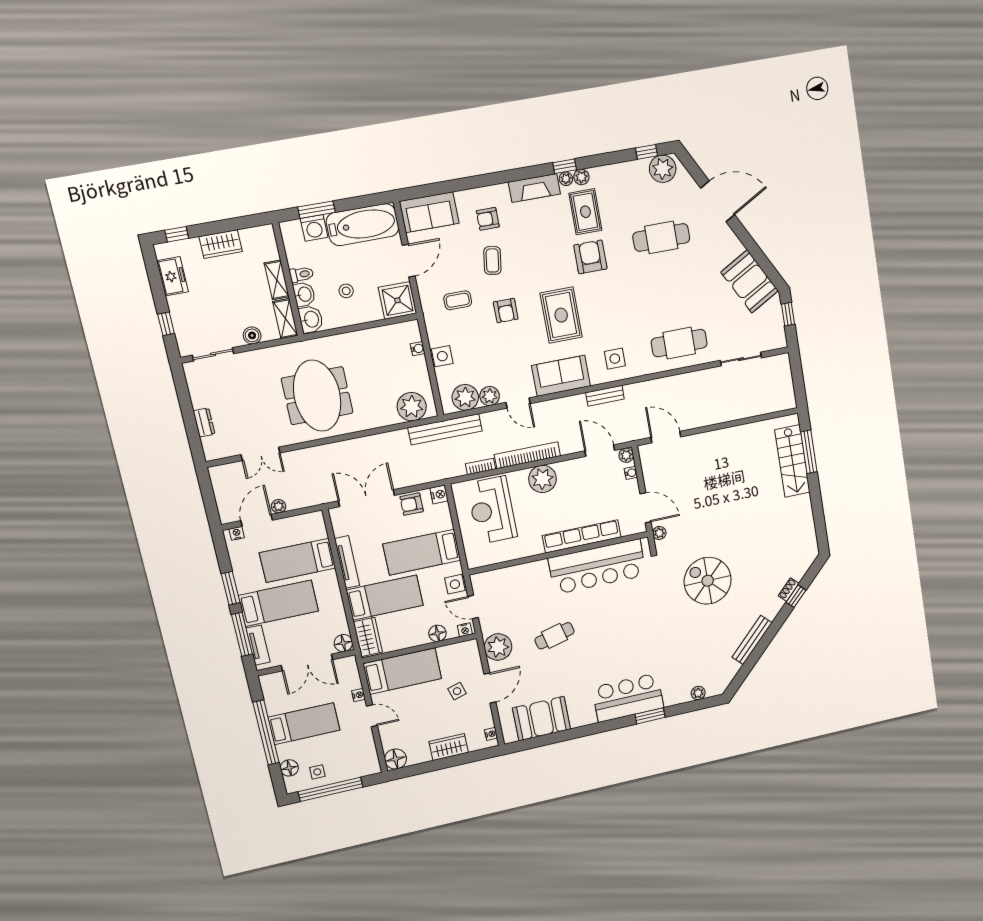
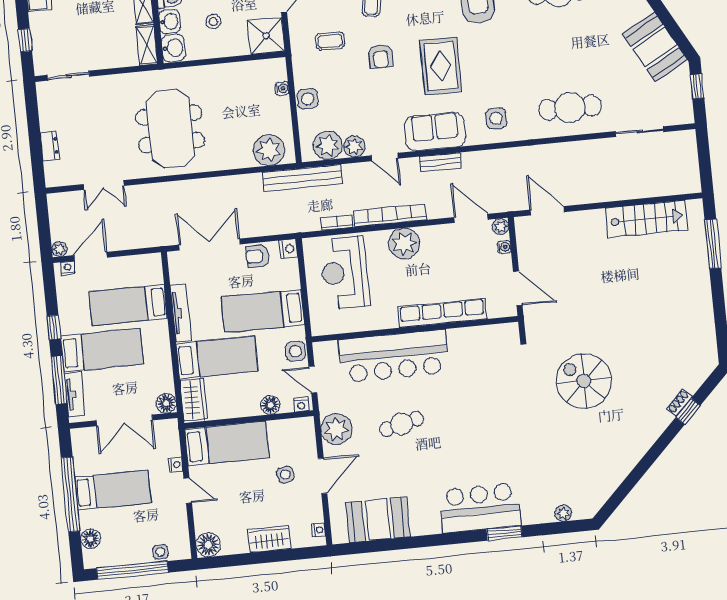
boiler: (252, 335) -> (111, 60), removed
bench: (605, 396) -> (440, 162), moved
stairs: (792, 461) -> (647, 219), moved, turned -90
plant: (279, 506) -> (60, 249), moved
plant: (659, 533) -> (531, 319), removed
bar counter: (597, 567) -> (394, 356), moved
window: (231, 588) -> (54, 327), width x0.67
bench: (752, 640) -> (632, 458), removed
side table: (317, 772) -> (160, 552), moved

